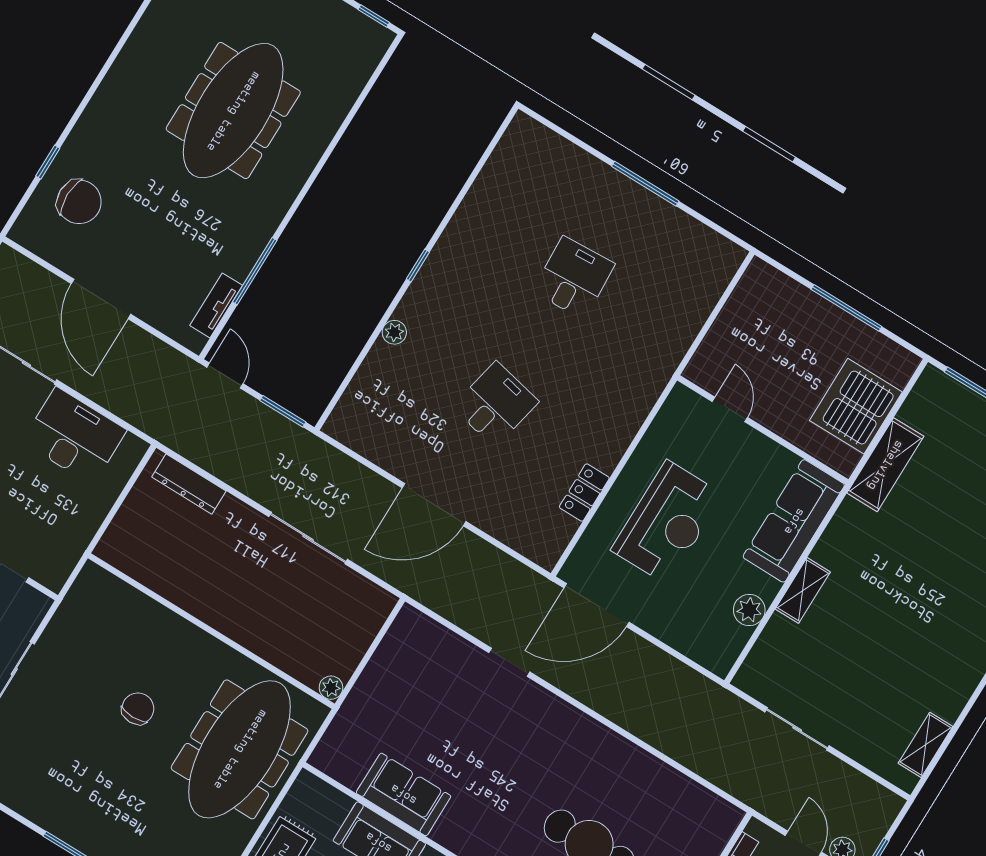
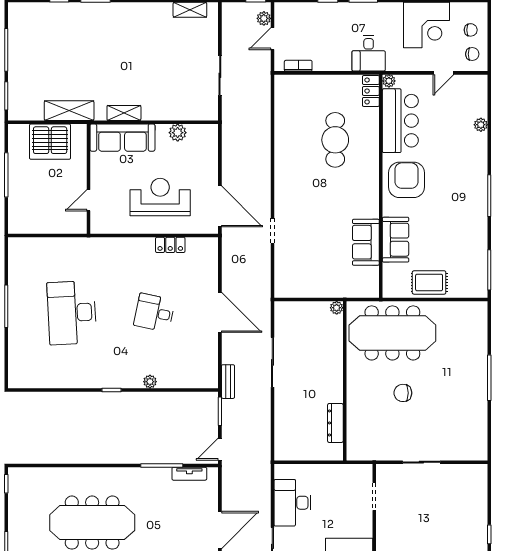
desk: (574, 278) -> (72, 313), width x1.87, depth x1.30
bench: (321, 452) -> (228, 382), added
dresser: (189, 484) -> (335, 423), moved, turned 180
shelving: (803, 590) -> (124, 113), moved

